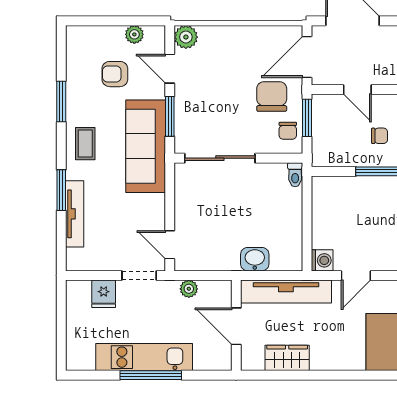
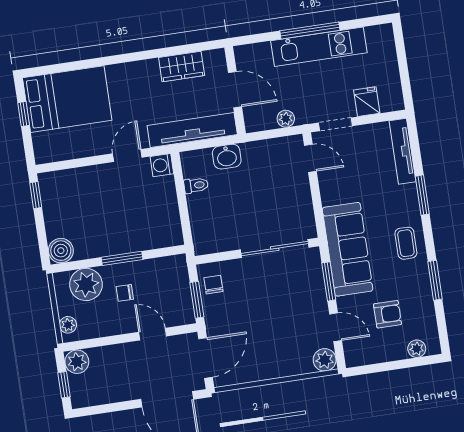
plant: (134, 34) -> (417, 349), moved
chair: (272, 97) -> (234, 315), removed
toilet: (295, 175) -> (196, 185), moved, turned 90
tv unit: (75, 214) -> (403, 151), moved

